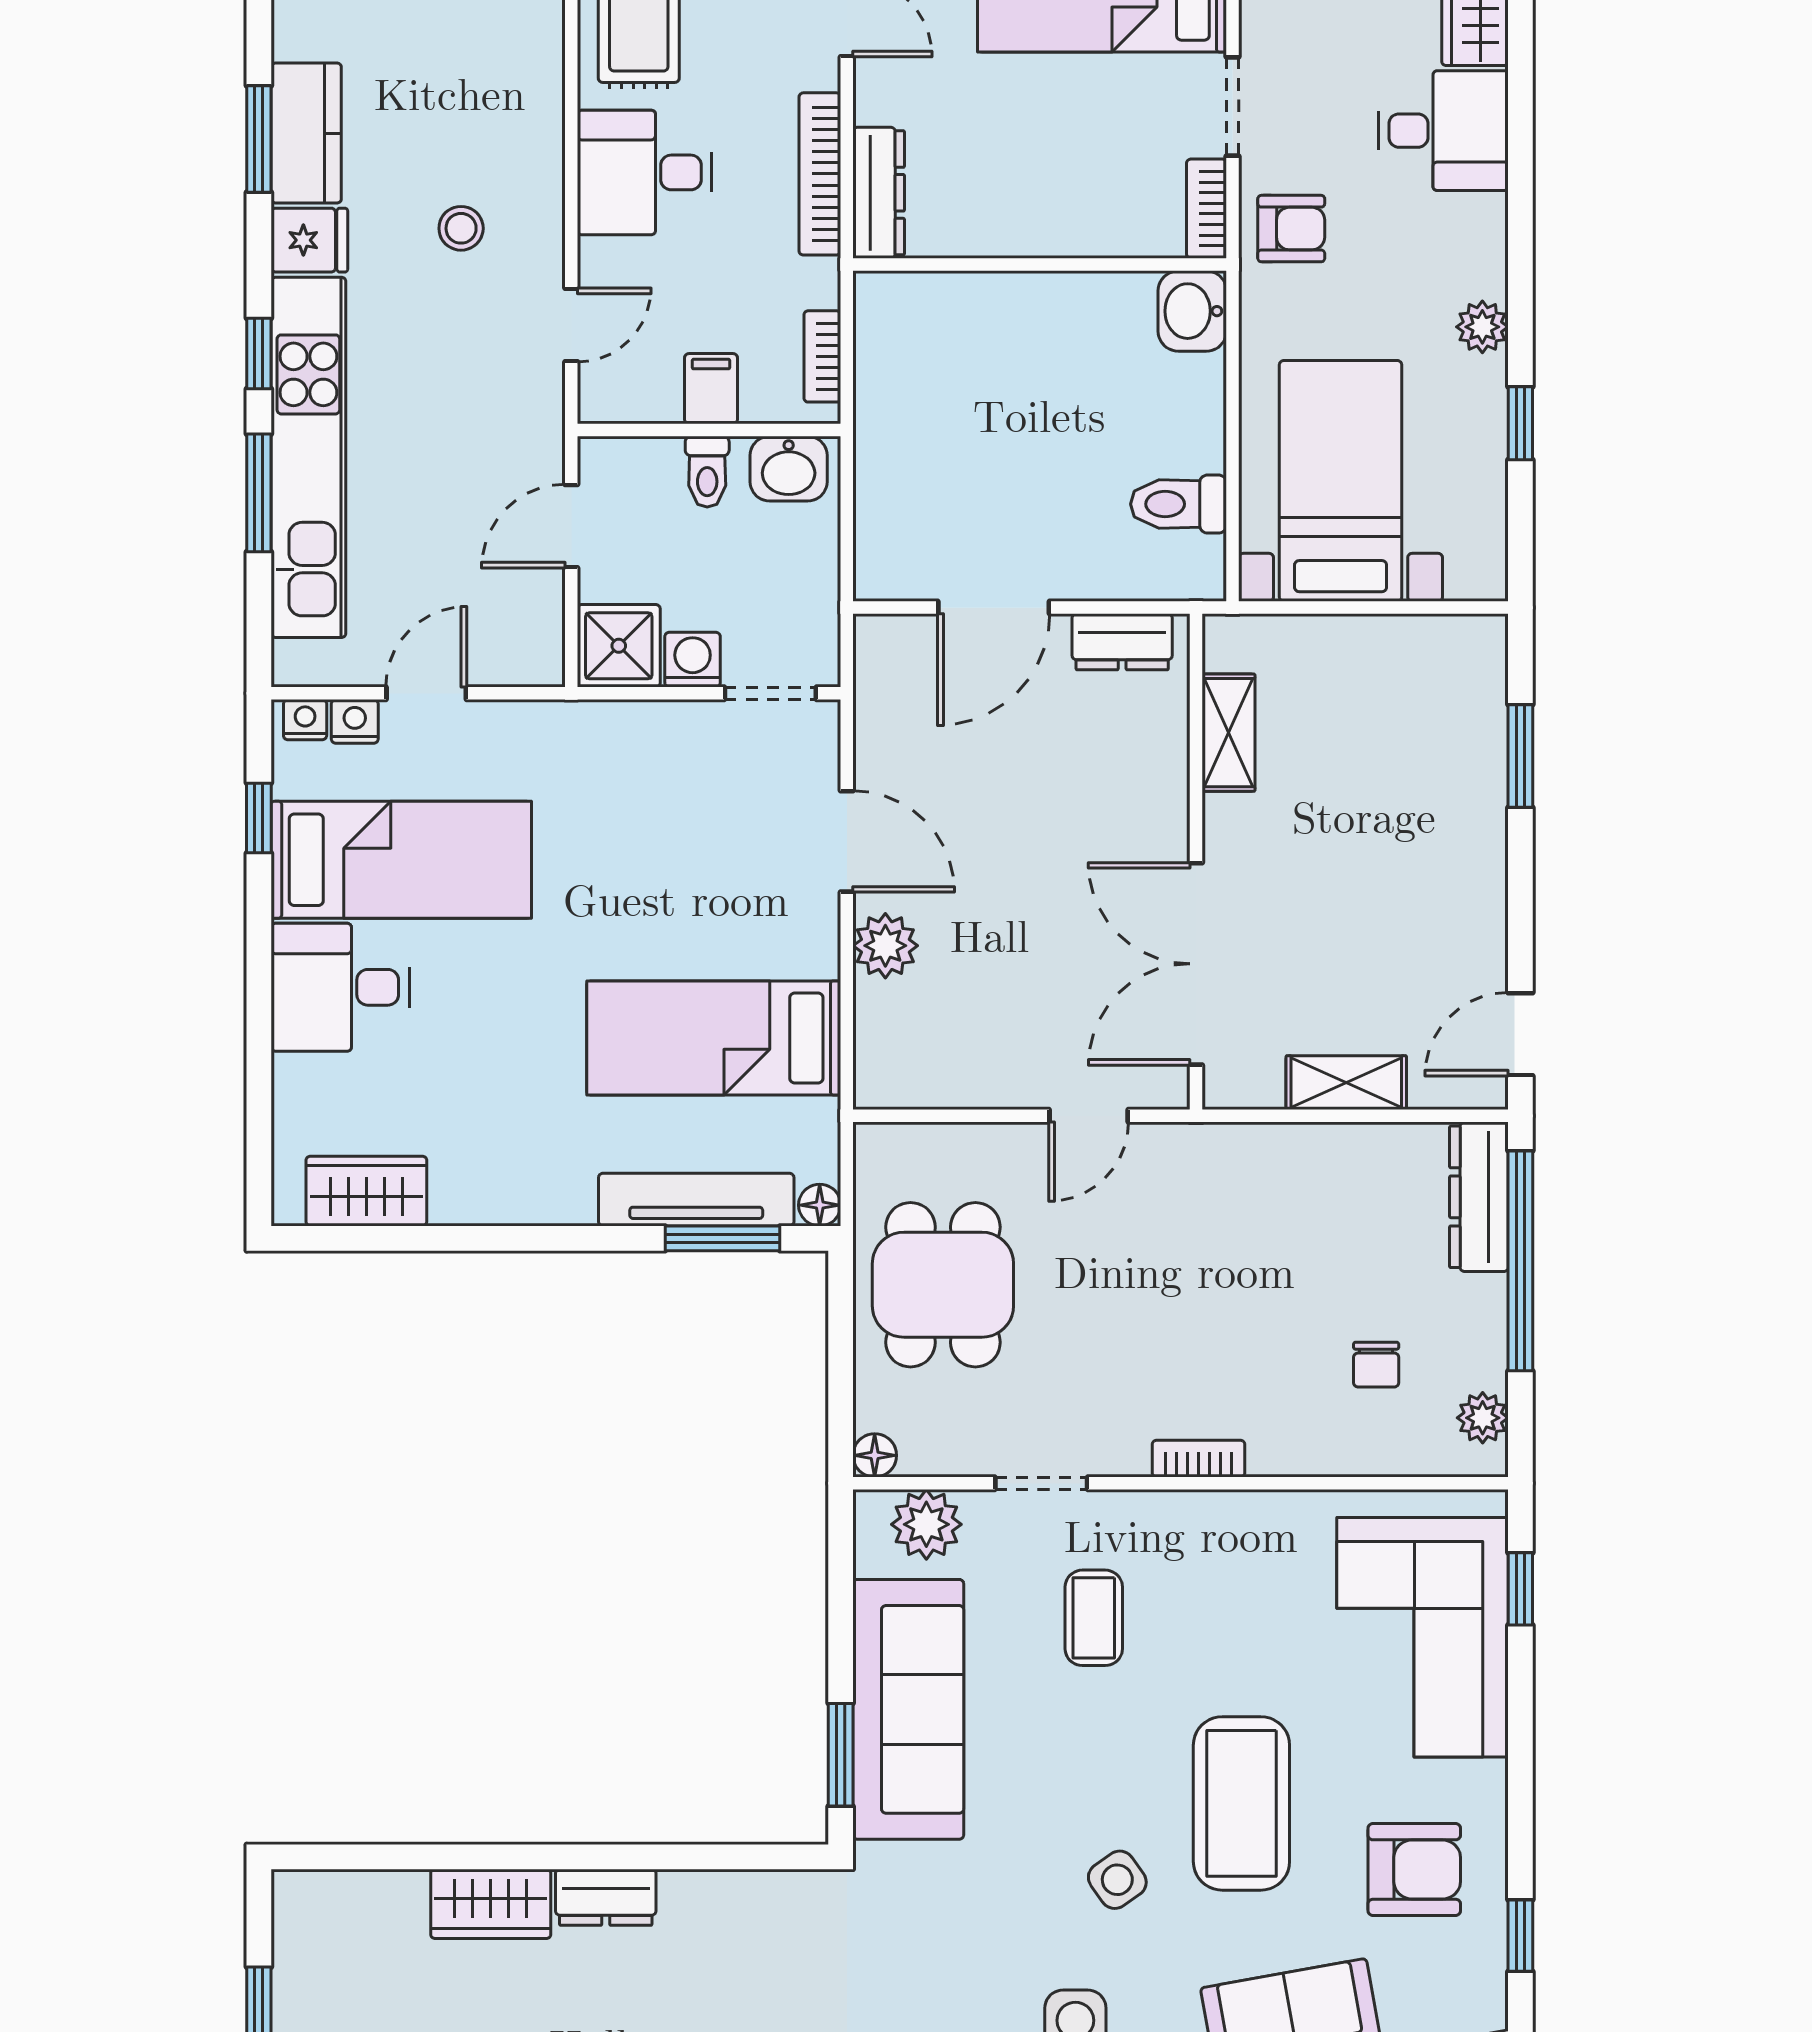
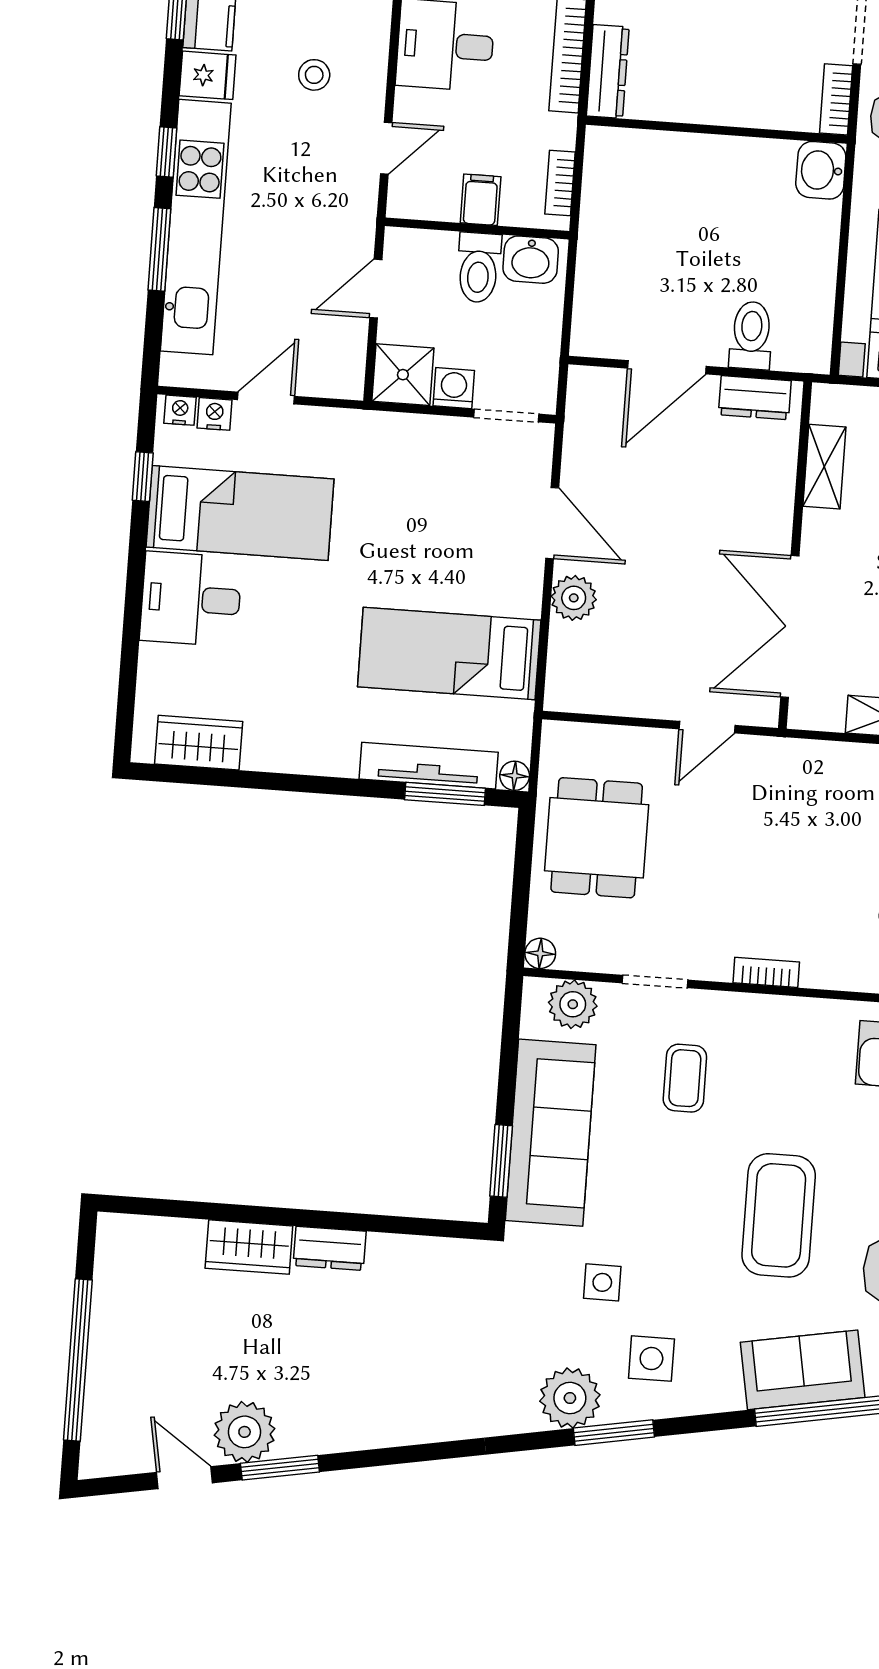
toilet: (707, 472) -> (479, 268), width x1.37, depth x1.39
toilet: (1179, 504) -> (751, 335), moved, turned 90
side table: (1117, 1880) -> (602, 1282), moved, turned 35

